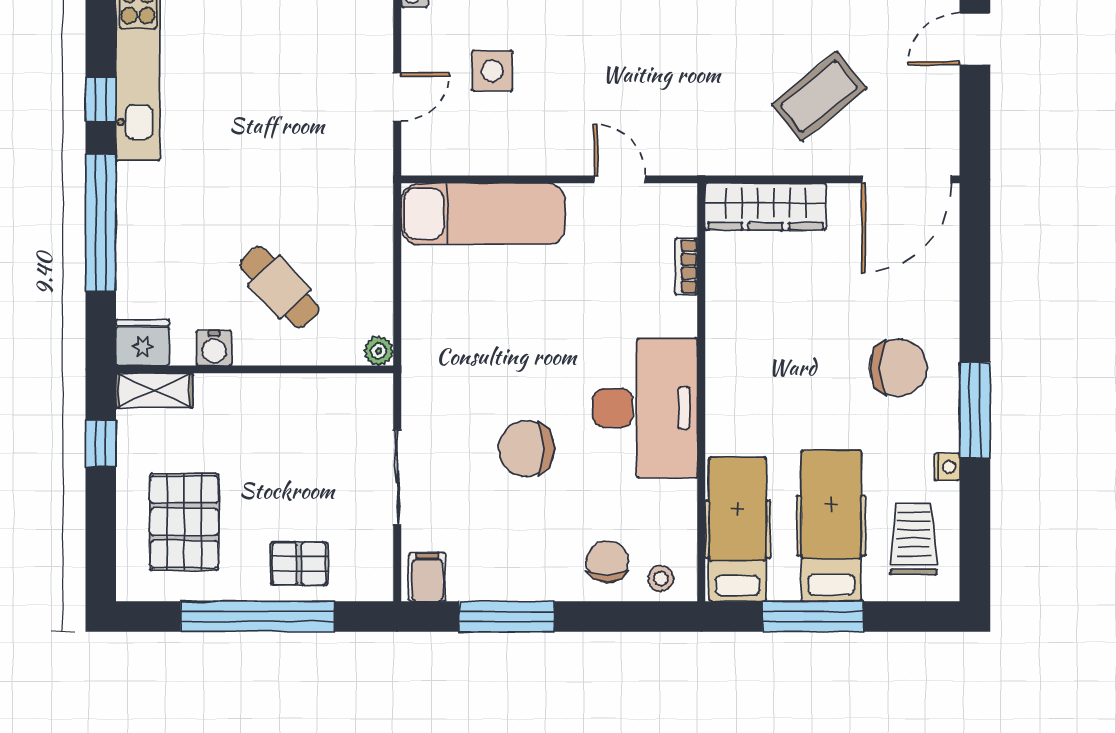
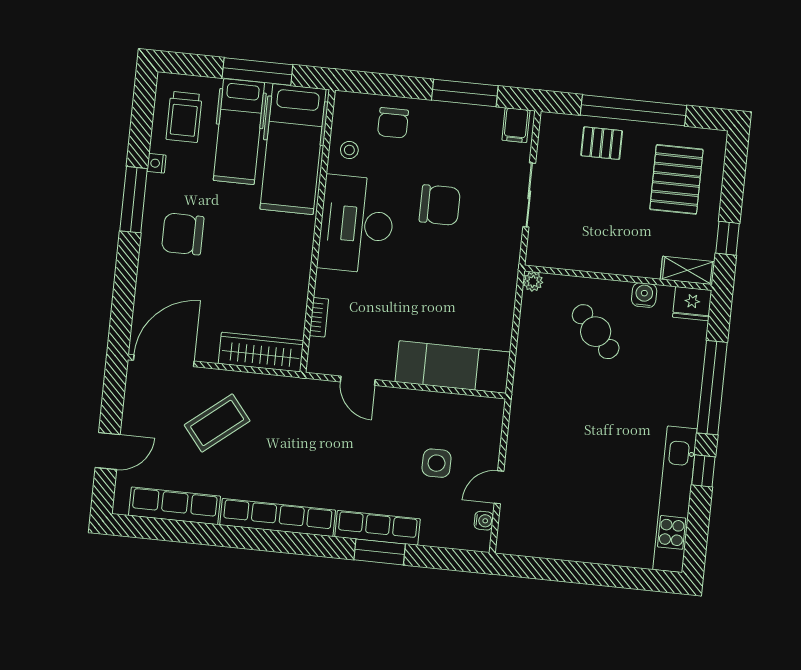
door: (397, 97) -> (499, 487), moved
hospital bed: (738, 529) -> (293, 149), width x1.37, depth x1.29
stool: (661, 579) -> (349, 150), moved

